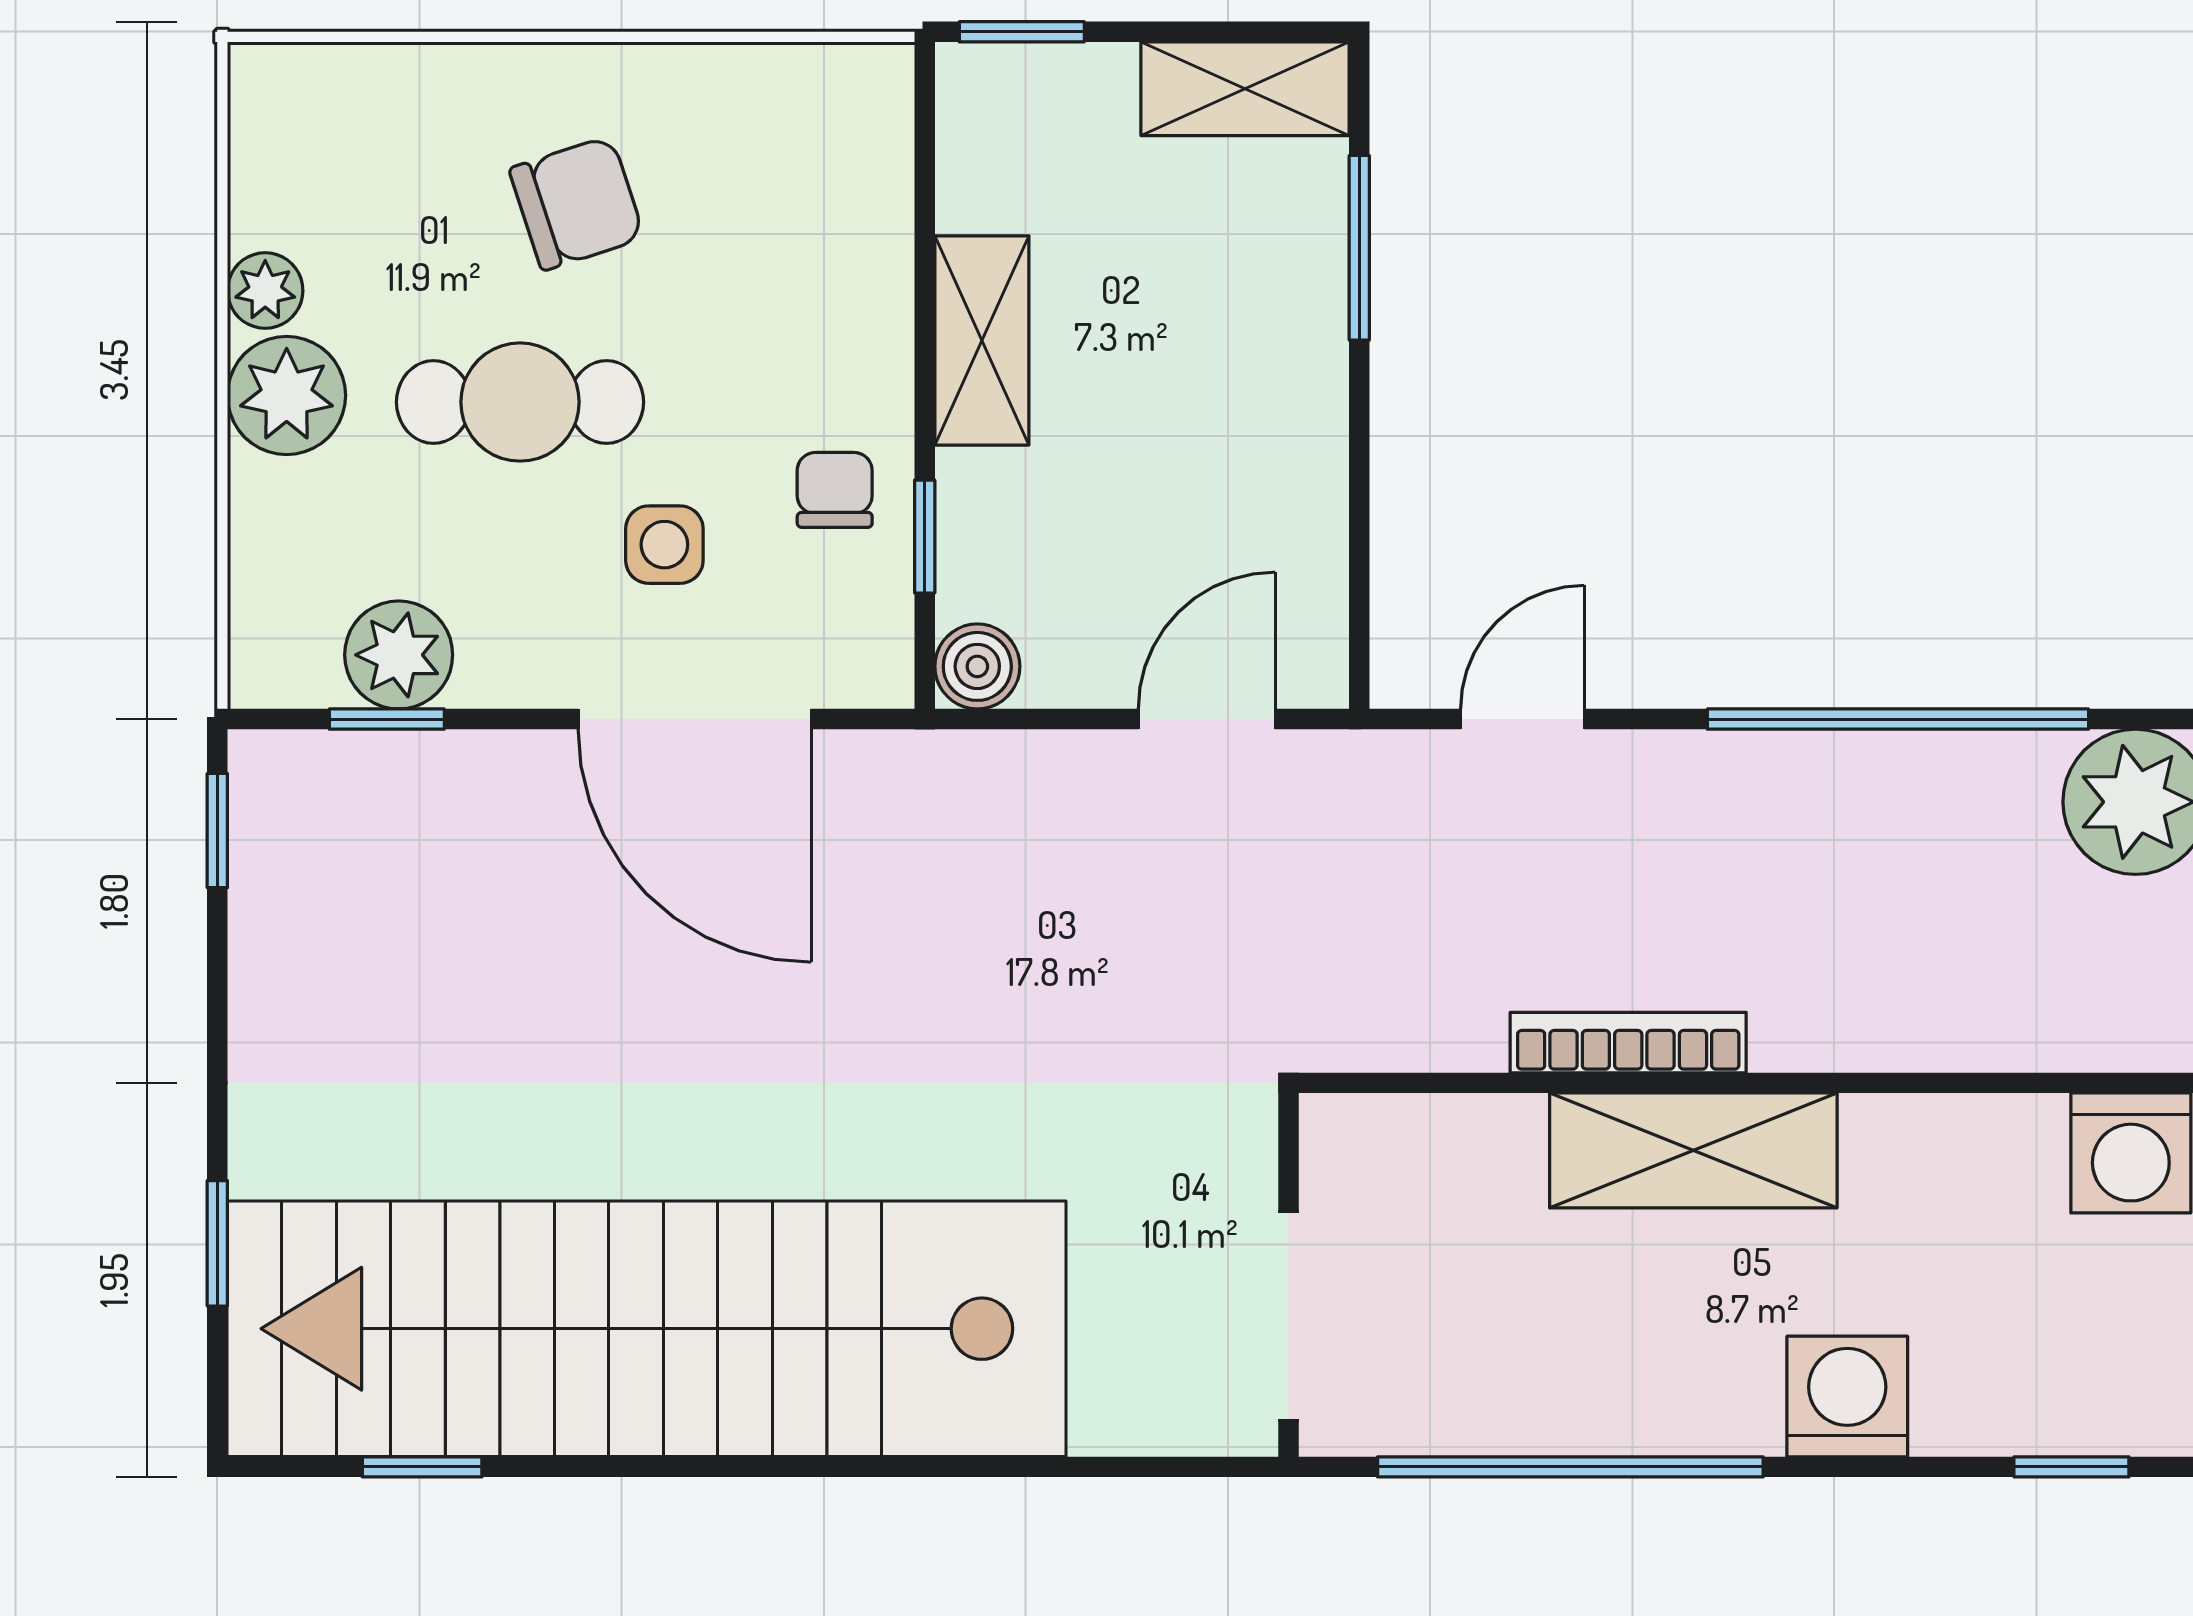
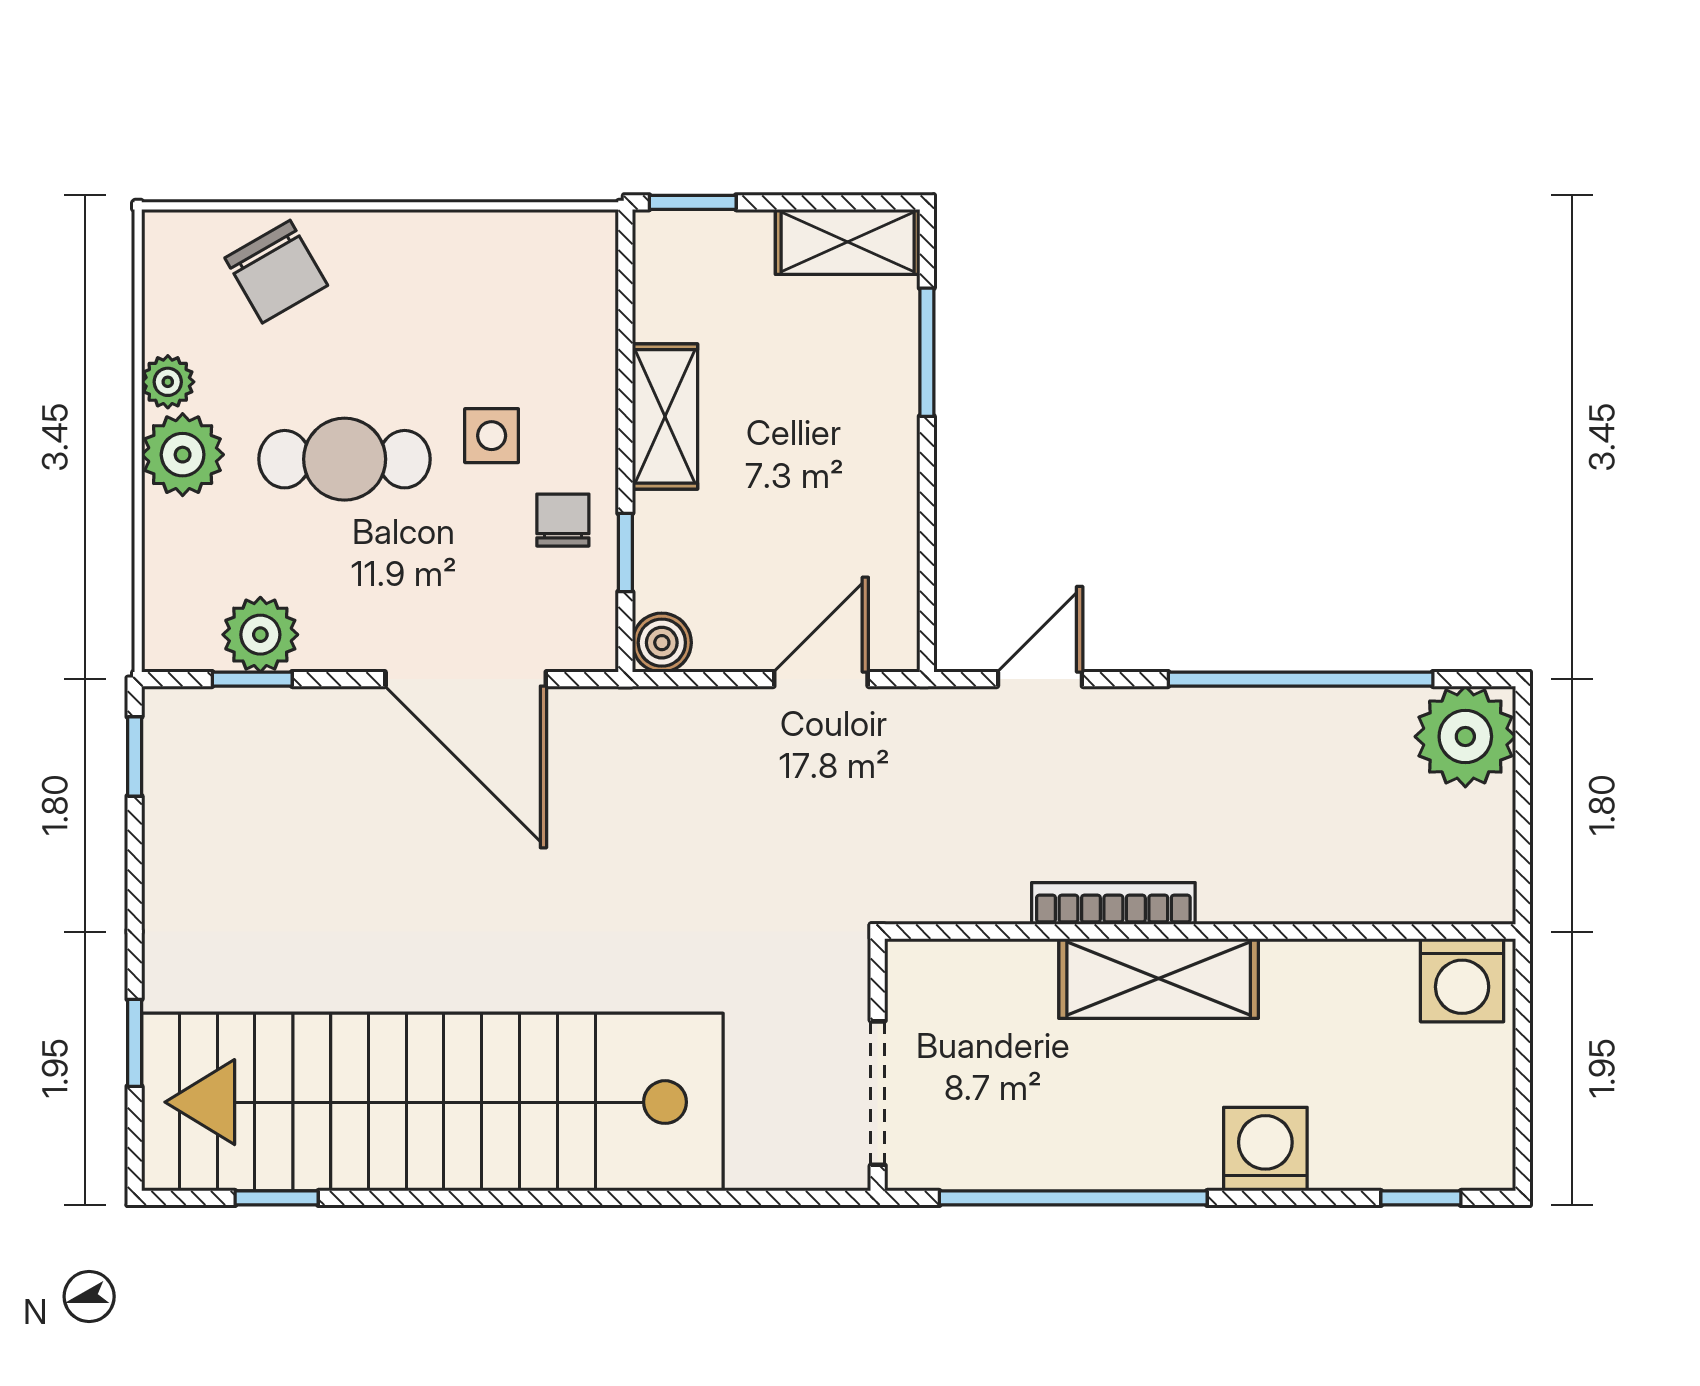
chair: (577, 203) -> (276, 272), moved, turned 78
side table: (664, 545) -> (492, 436), moved

